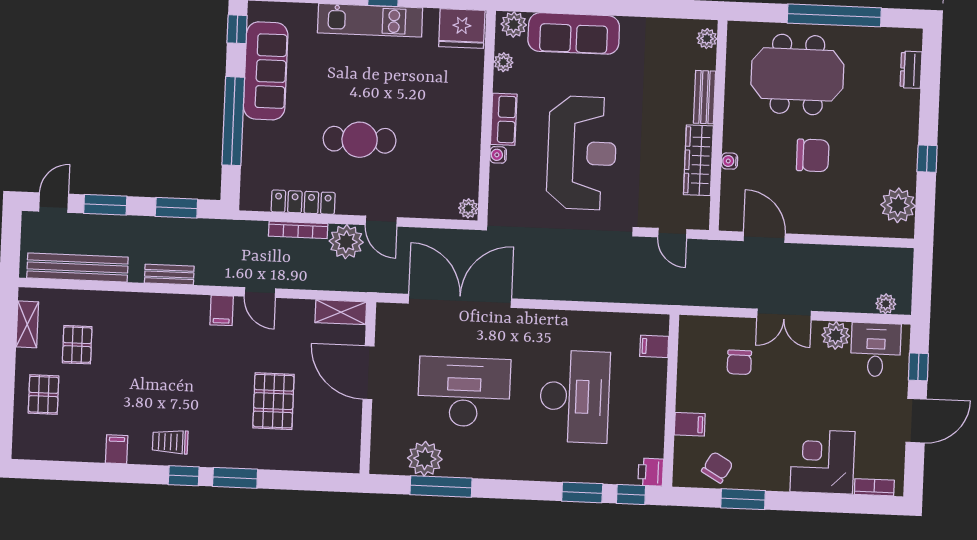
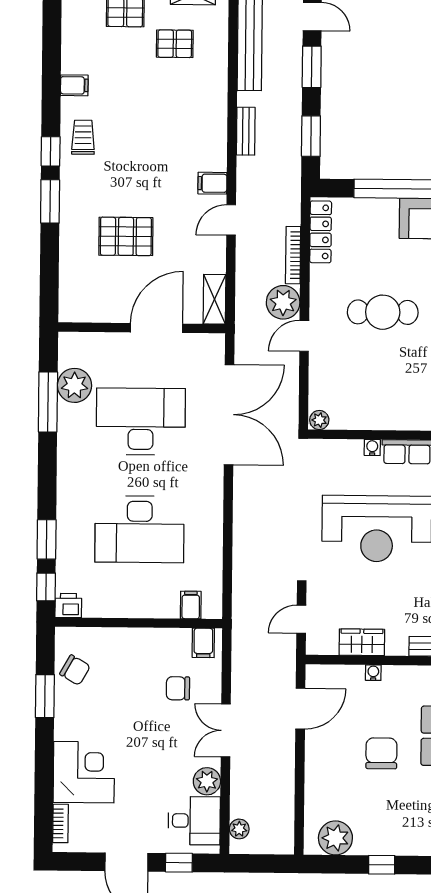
cafe table: (360, 140) -> (383, 312), turned 90
chair: (813, 155) -> (381, 753), turned 180
wardrobe: (698, 160) -> (362, 642), width x0.67
locker: (303, 202) -> (321, 232), moved
desk: (464, 392) -> (141, 421), turned -90
filing cabinet: (690, 424) -> (203, 643), moved

